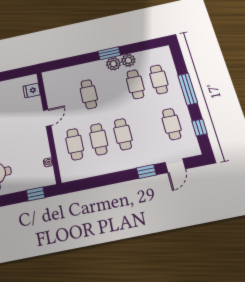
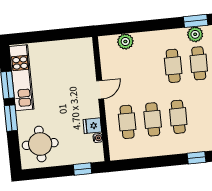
window: (109, 53) -> (196, 21), moved
plant: (113, 64) -> (125, 41), moved
fridge: (32, 90) -> (92, 126), moved
cafe table: (89, 94) -> (173, 66), moved

